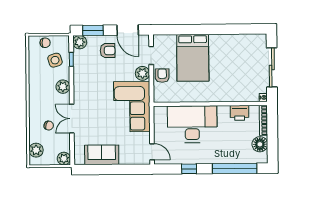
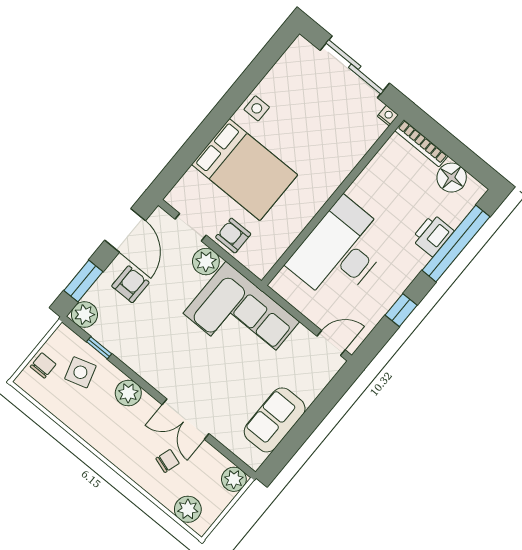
door: (128, 30) -> (125, 230), hinge flipped
side table: (222, 42) -> (257, 108), added
printer: (240, 113) -> (433, 235), moved, turned 180

